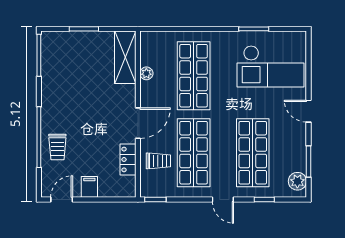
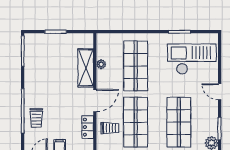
shelving: (125, 57) -> (86, 68), moved
checkout: (270, 66) -> (192, 59), turned 180

